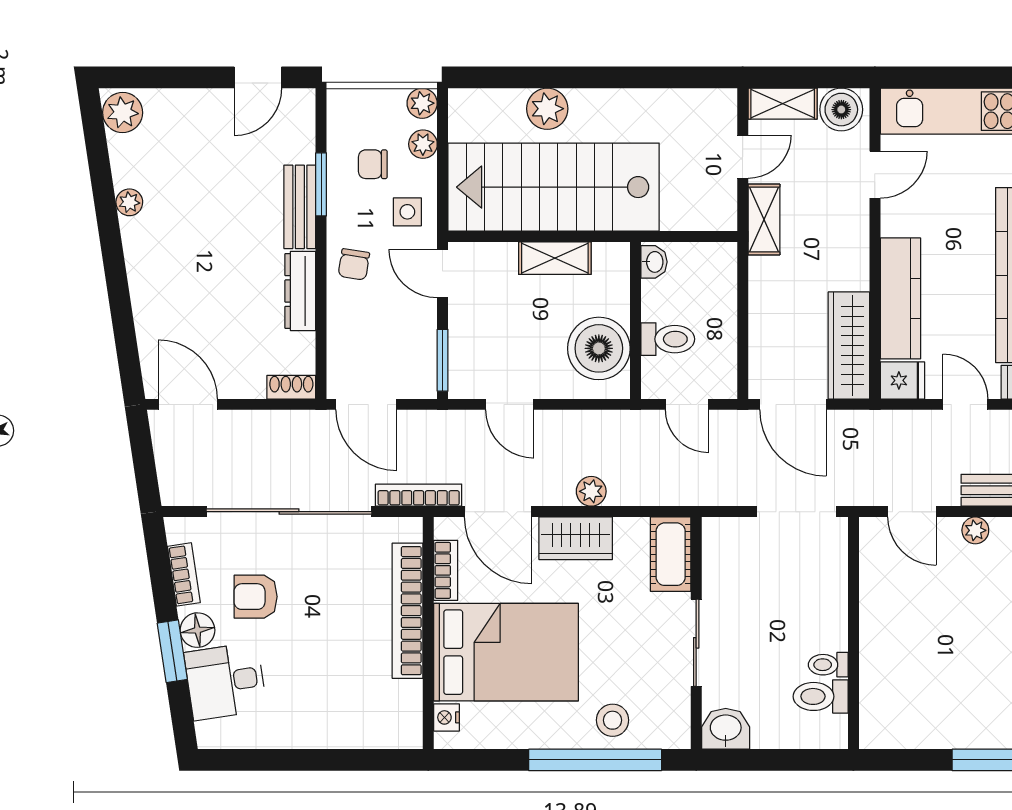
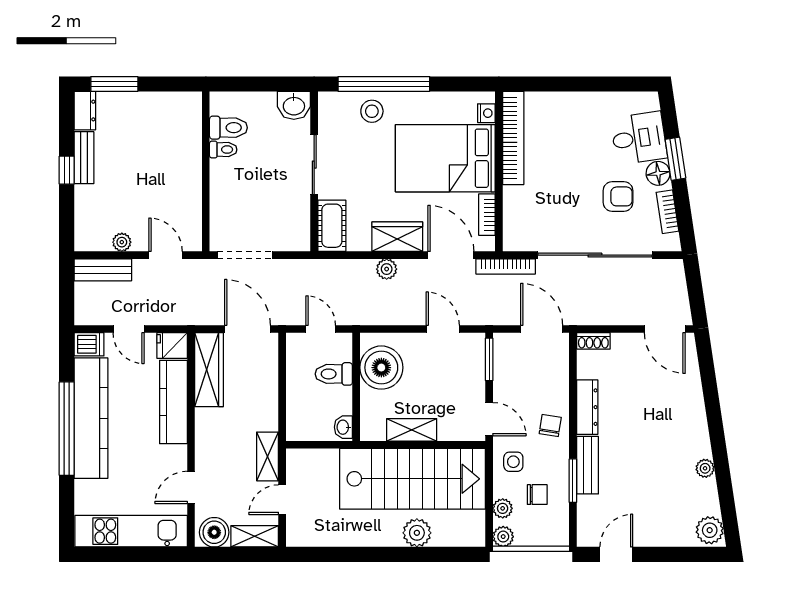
bookcase: (408, 611) -> (513, 138), moved

